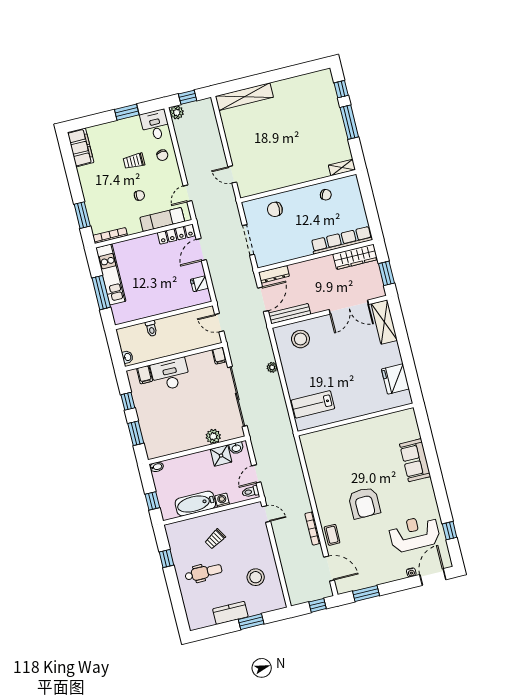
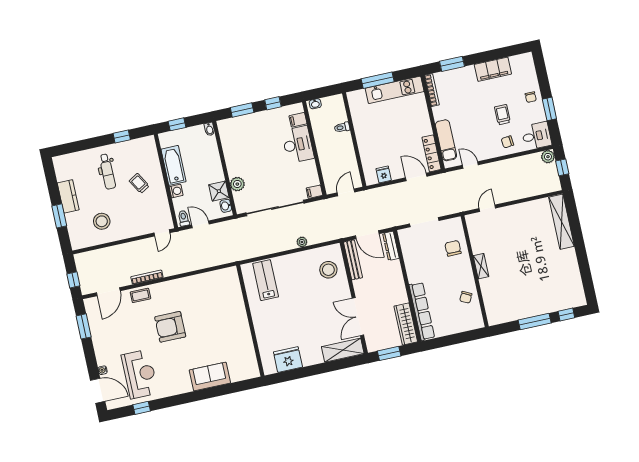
filing cabinet: (81, 147) -> (493, 69), moved
shelving: (342, 168) -> (481, 266), moved
chair: (139, 195) -> (531, 97), moved

